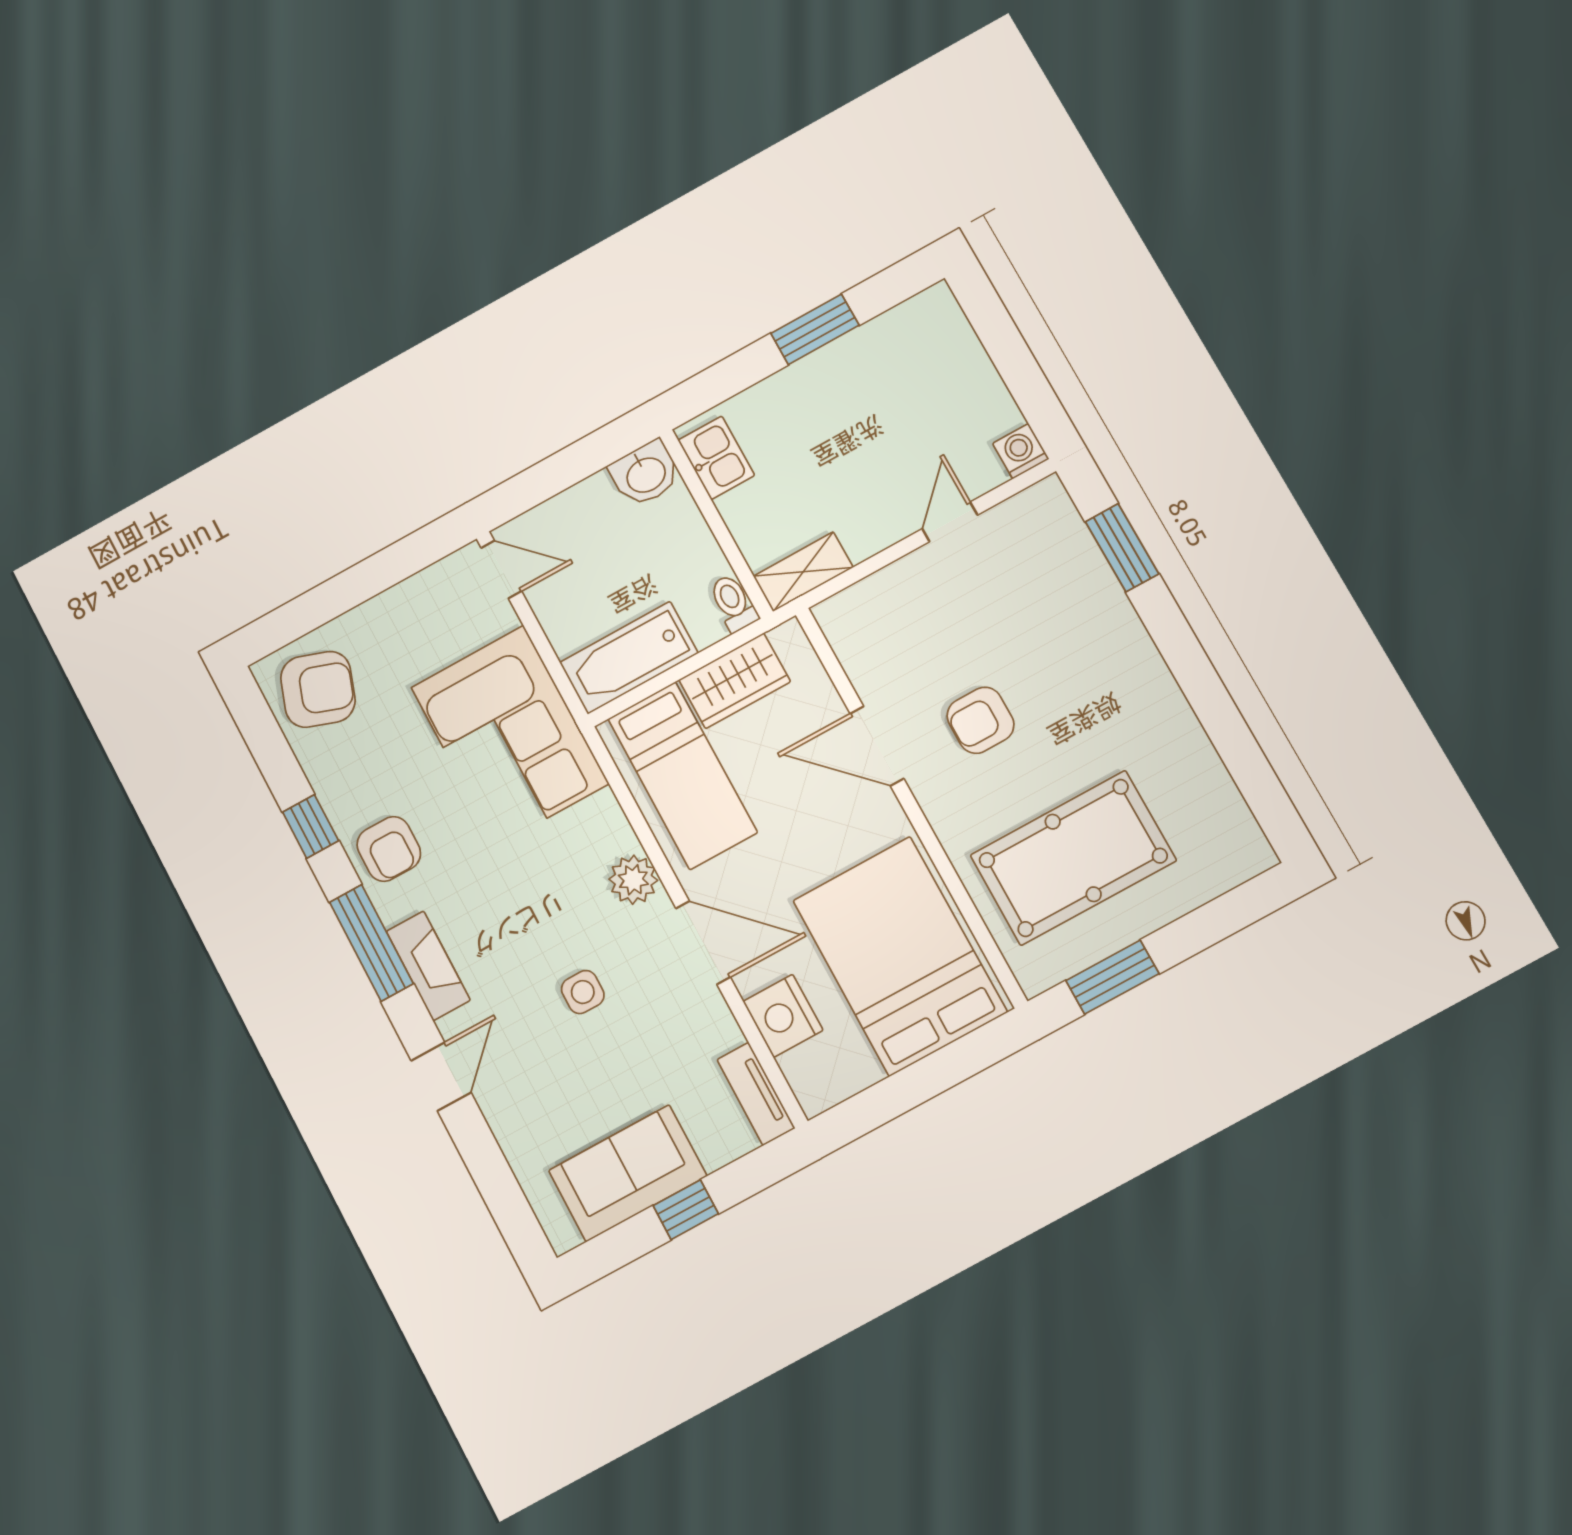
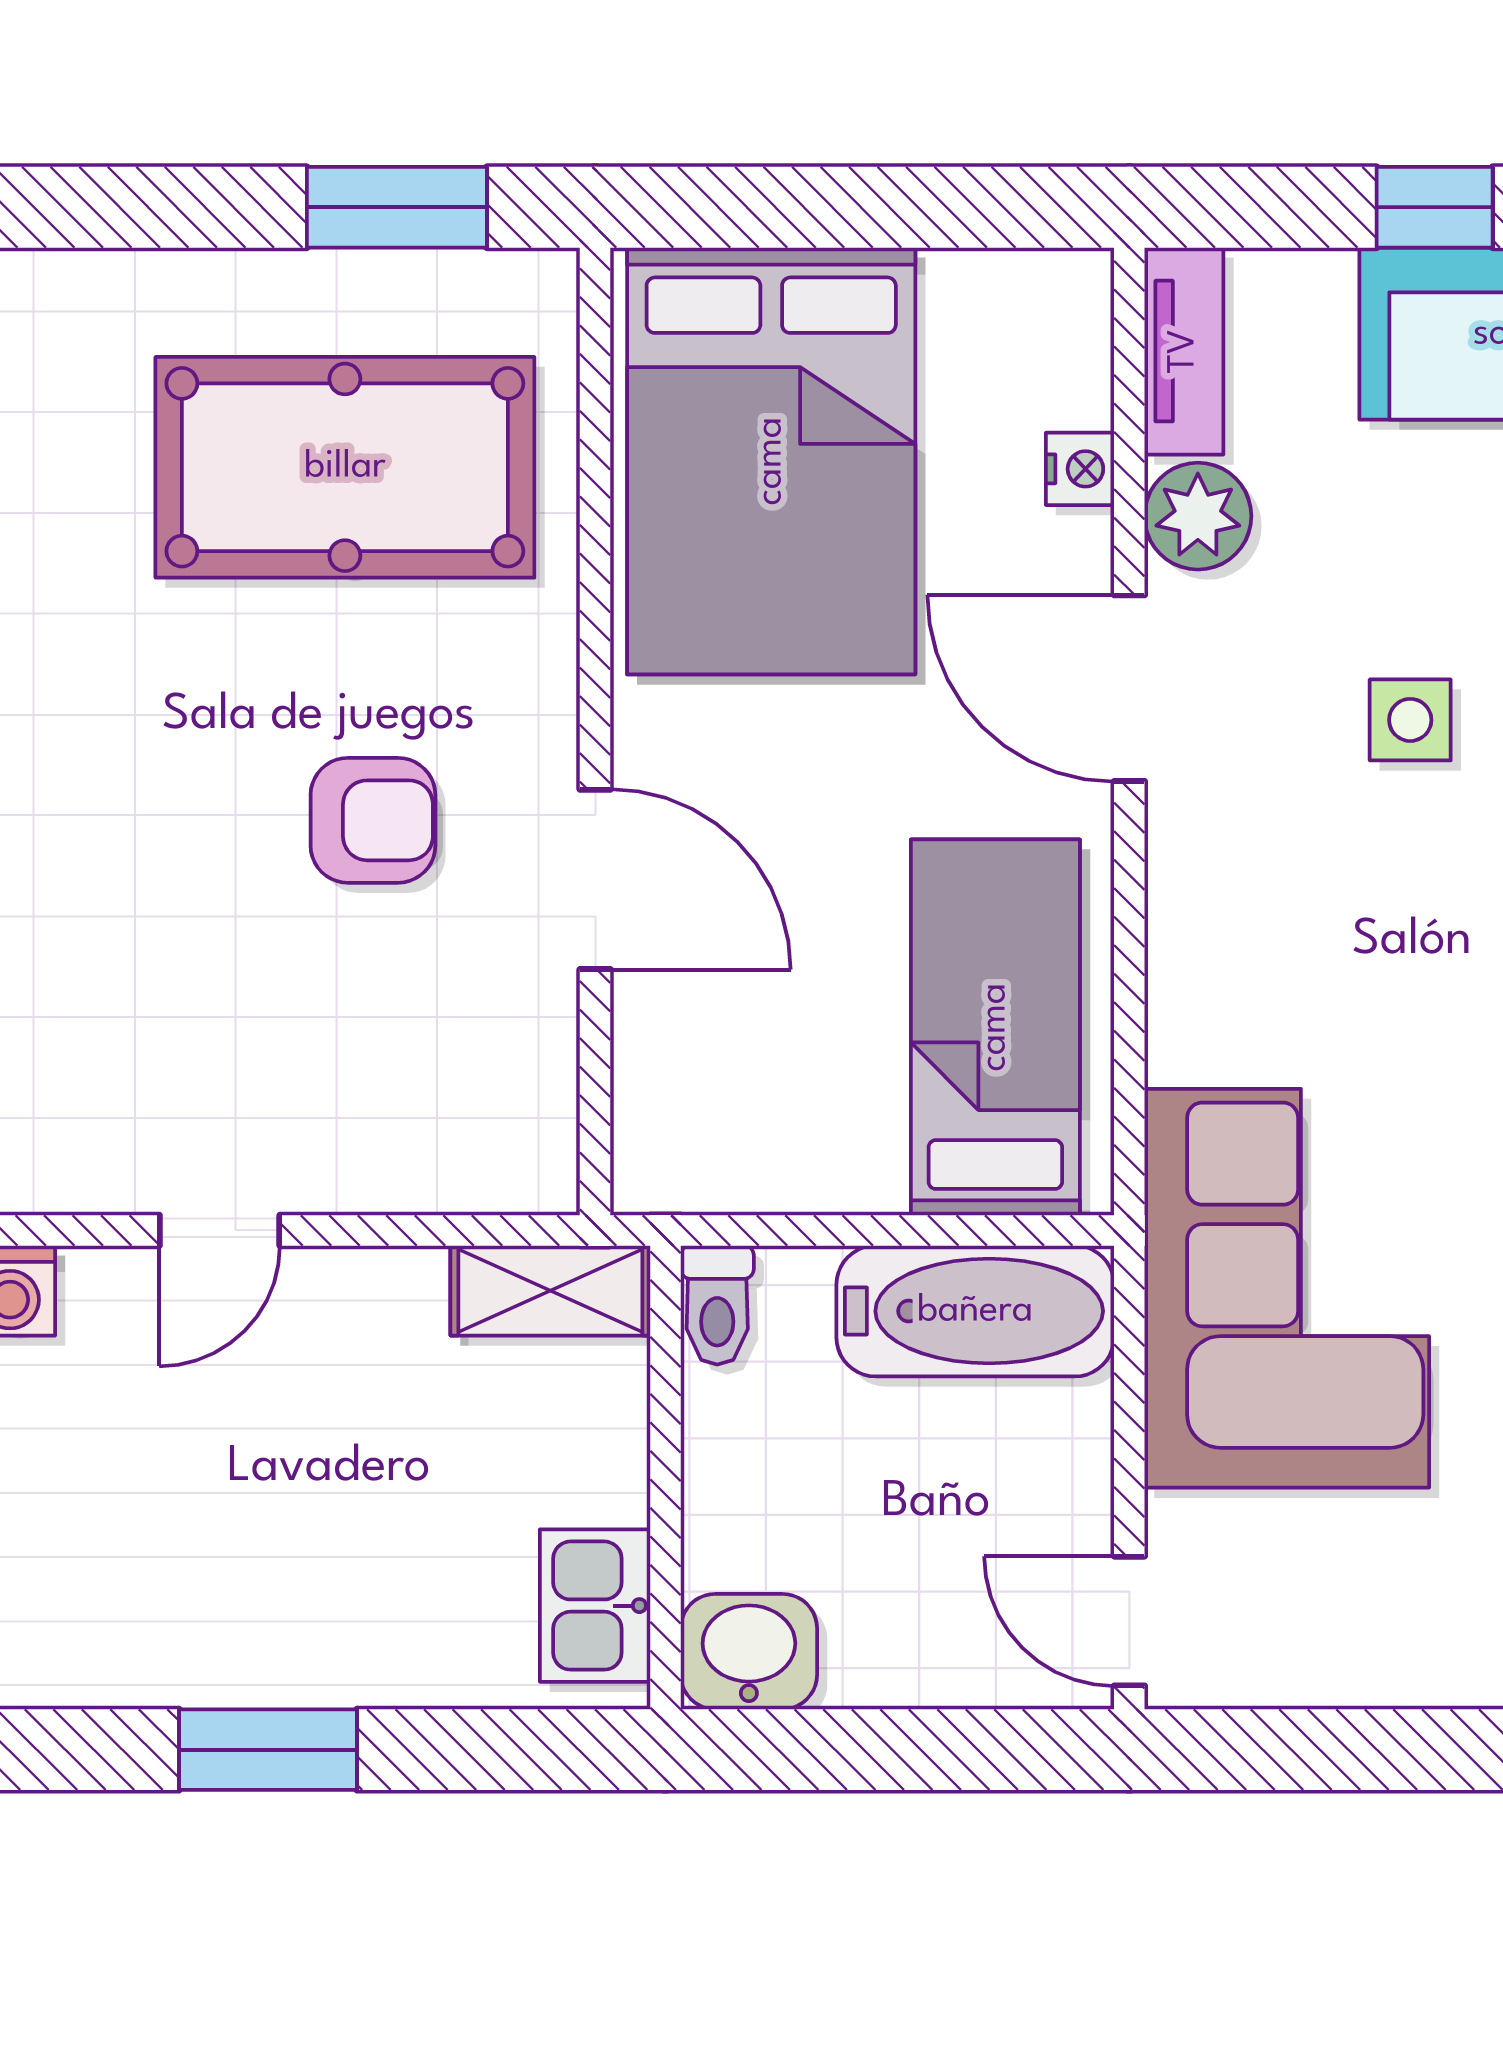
wardrobe: (735, 681) -> (797, 1154), removed
plant: (633, 880) -> (1198, 516), moved
nightstand: (783, 1016) -> (1080, 469), width x0.53, depth x0.56

